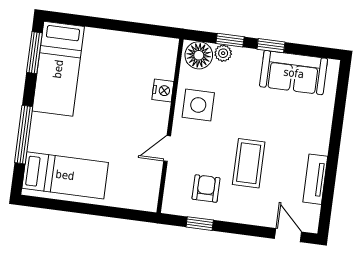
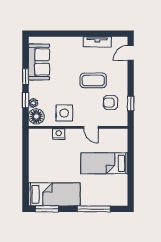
bed: (65, 175) -> (104, 163), moved, turned -90

